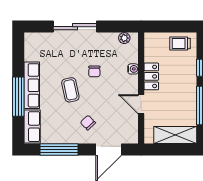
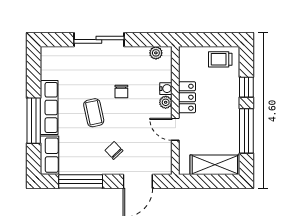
plant: (133, 81) -> (166, 102), added

